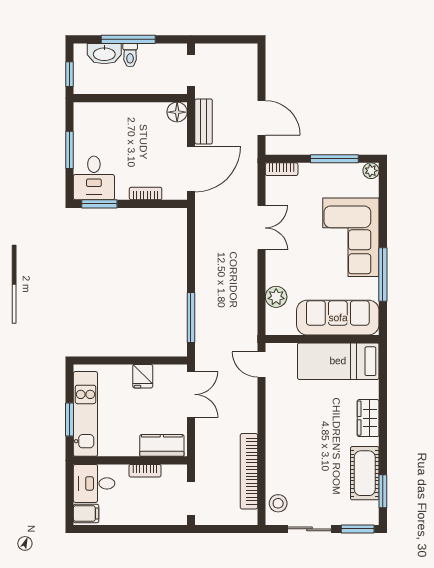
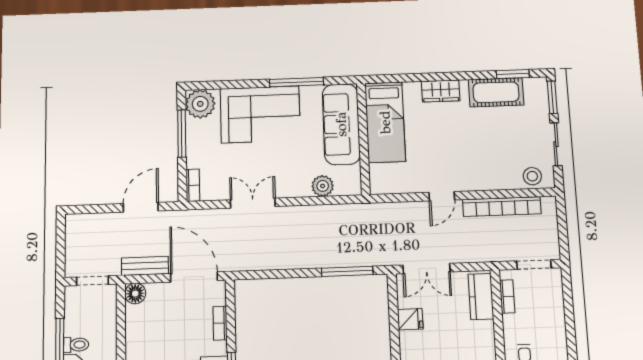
plant: (371, 171) -> (200, 104), width x1.88, depth x1.88
door: (261, 364) -> (442, 196), moved
double door: (191, 394) -> (426, 268), swing flipped
bookcase: (145, 471) -> (507, 296), moved

